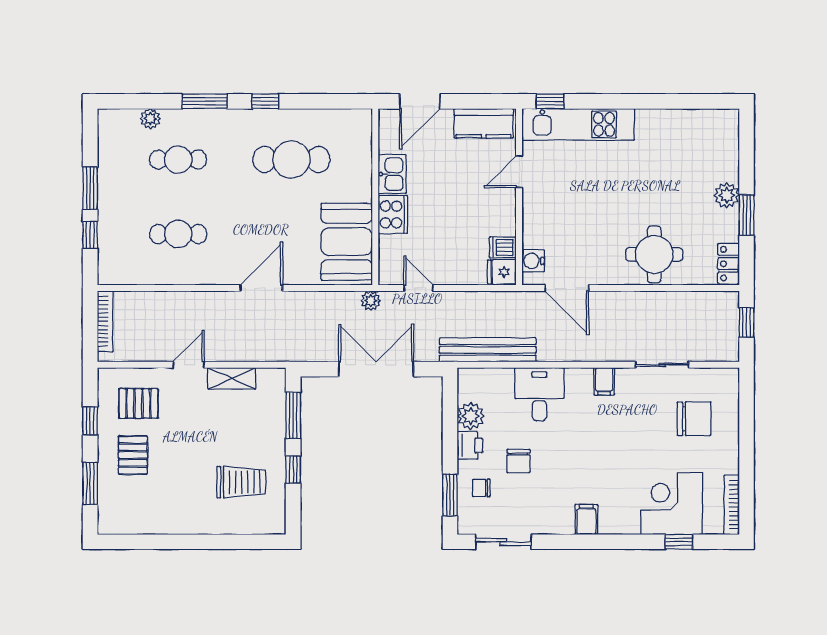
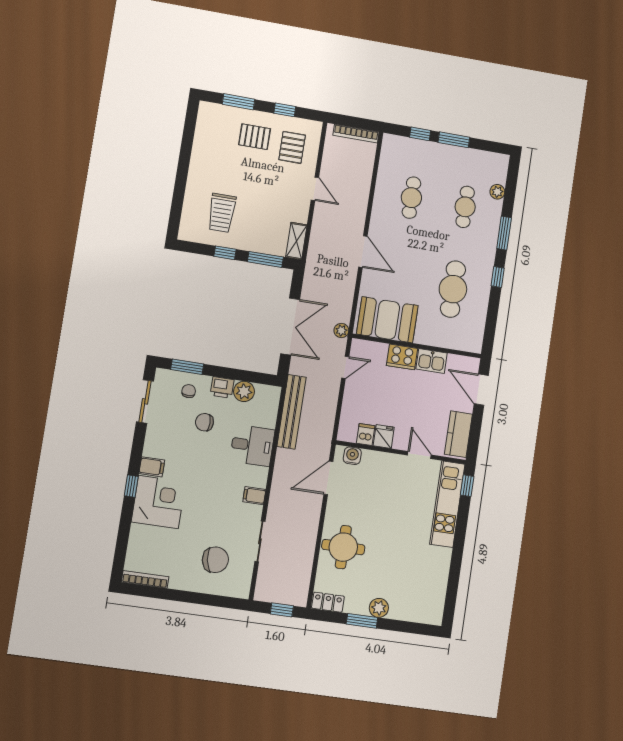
fridge: (502, 272) -> (384, 437), moved
shelving: (232, 378) -> (296, 241), moved
chair: (694, 419) -> (215, 560), turned -100
corner desk: (671, 504) -> (158, 502), moved
window: (679, 542) -> (131, 486), moved

